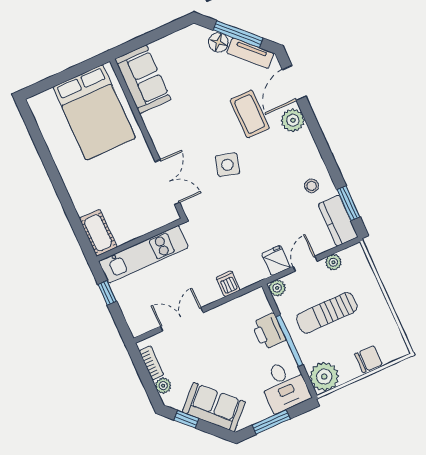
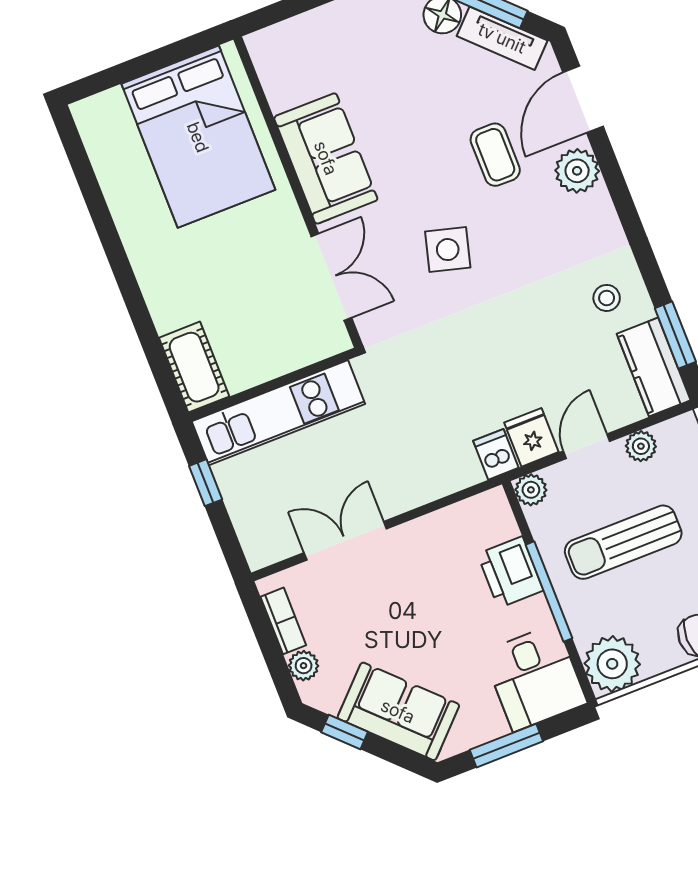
sofa: (143, 79) -> (326, 158), moved
coffee table: (250, 114) -> (495, 155), width x0.73, depth x0.77
dishwasher: (228, 284) -> (496, 454), moved

